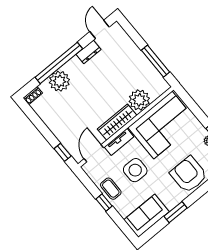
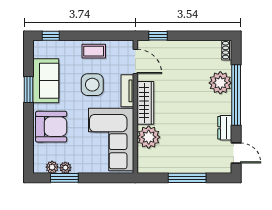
window: (156, 61) -> (187, 178), moved
window: (104, 202) -> (51, 36), moved
sofa: (147, 216) -> (46, 81), moved

